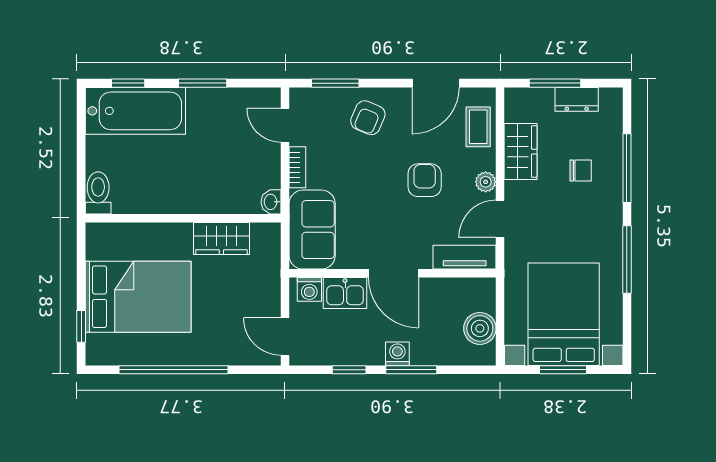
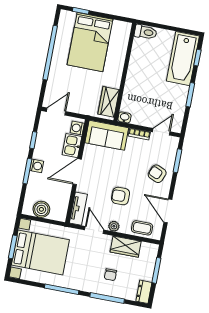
dresser: (577, 99) -> (144, 292), moved
armchair: (425, 180) -> (121, 196), turned 180
wardrobe: (221, 239) -> (109, 102), moved

